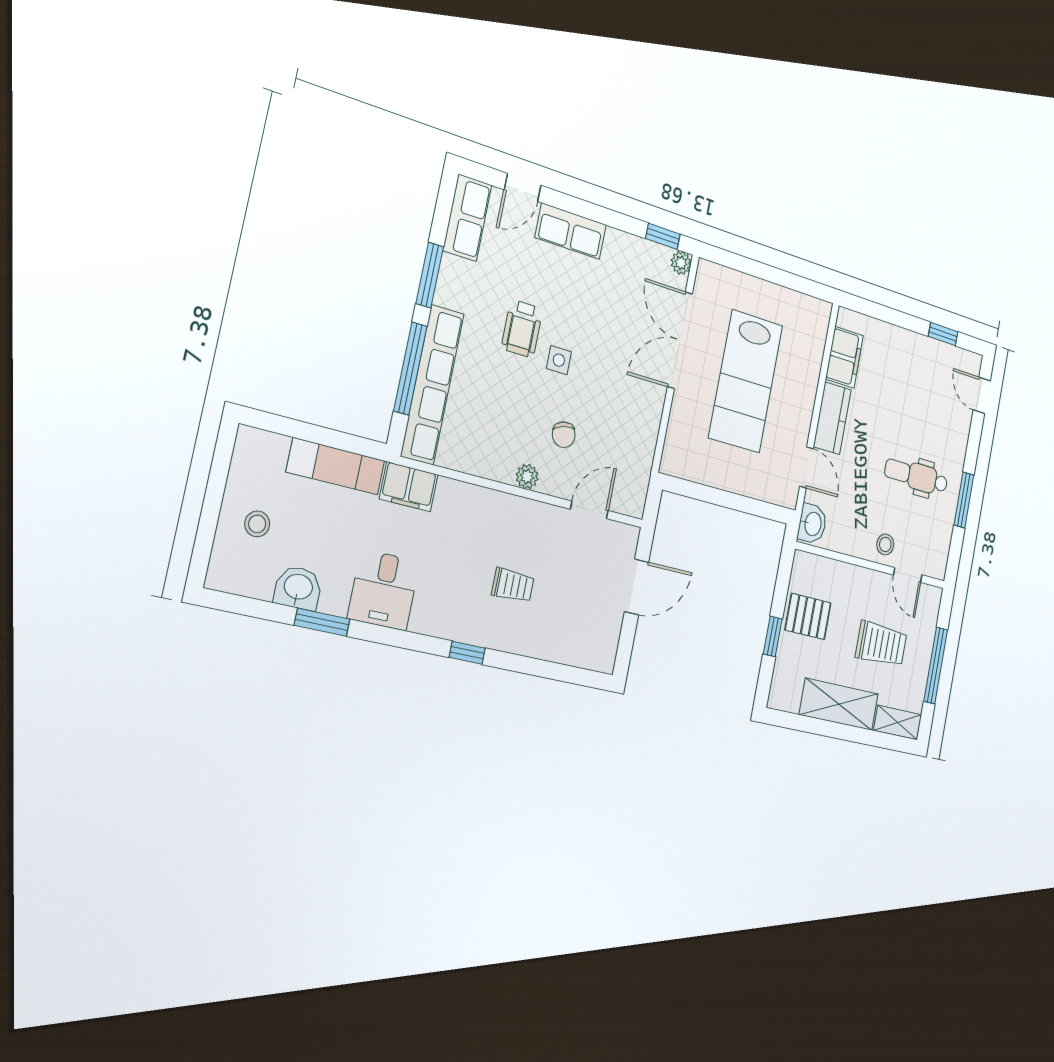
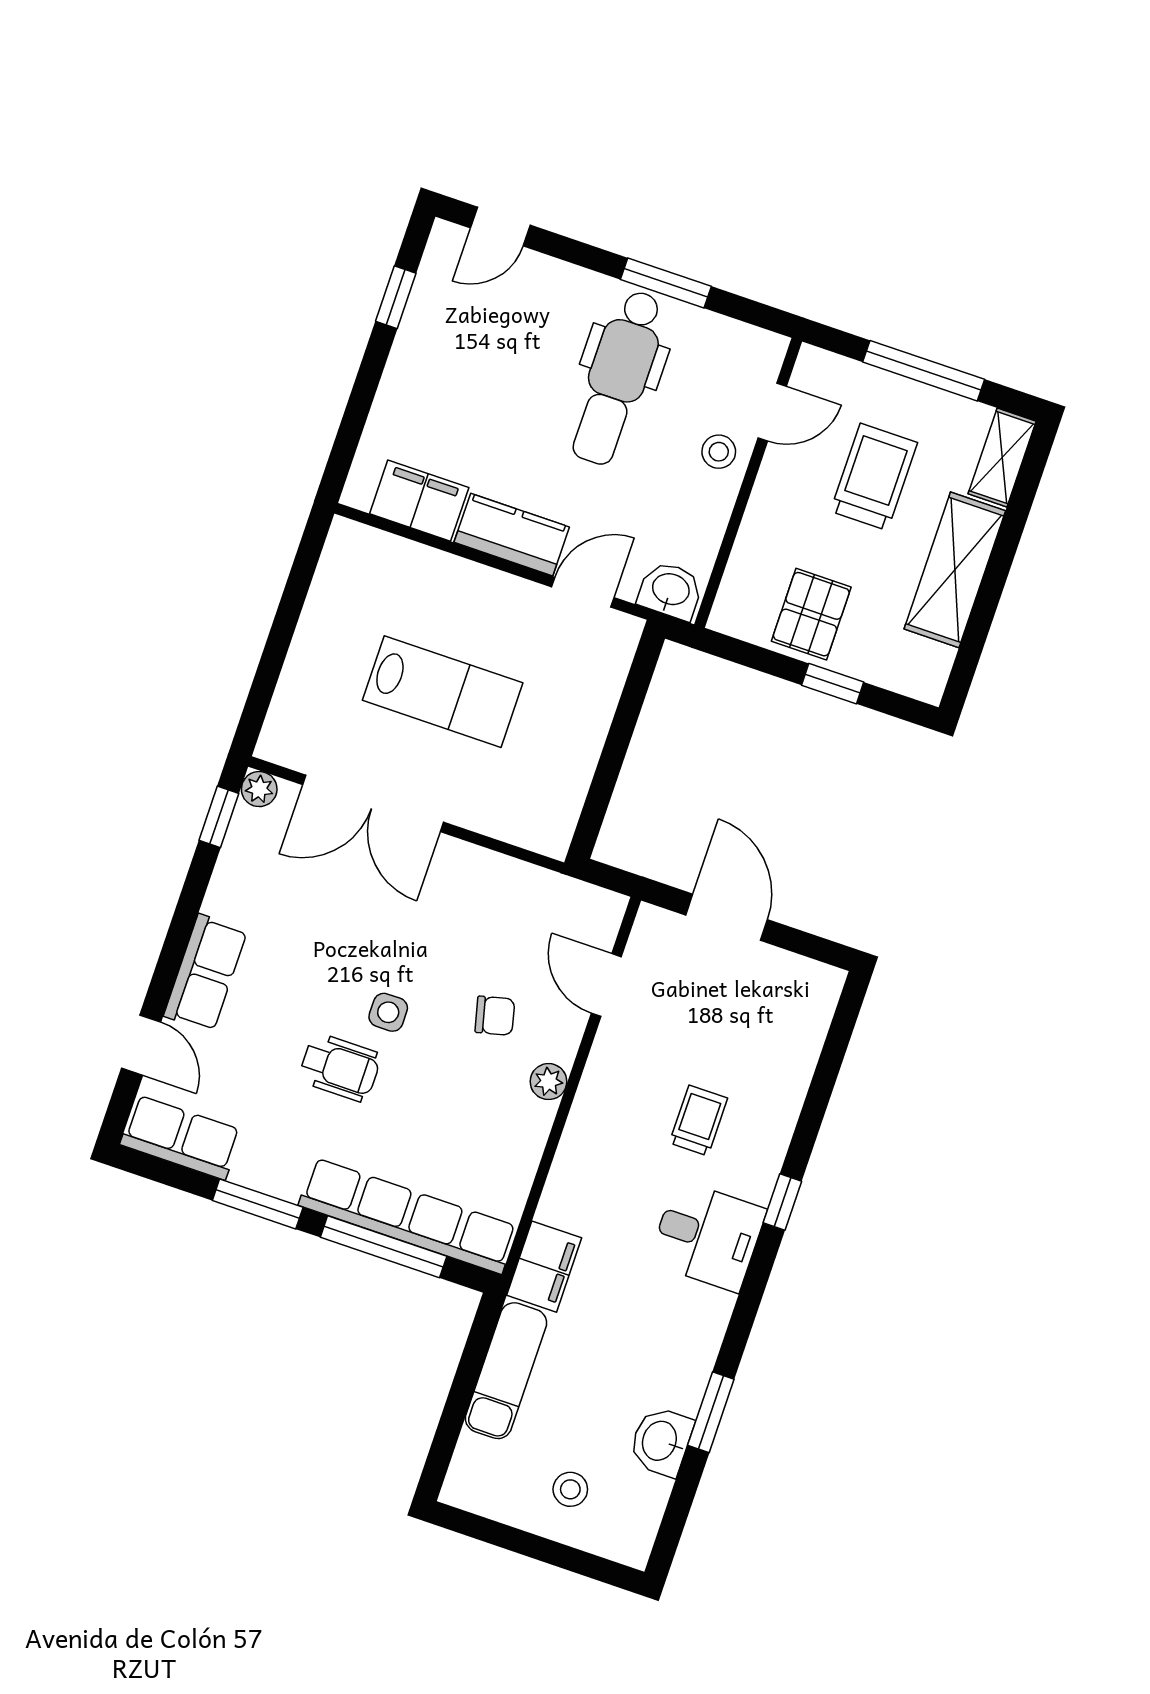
lab bench: (746, 381) -> (443, 692), width x0.73, depth x0.72
dental chair: (916, 476) -> (618, 378), width x1.36, depth x1.38
desk: (384, 590) -> (707, 1236), moved

